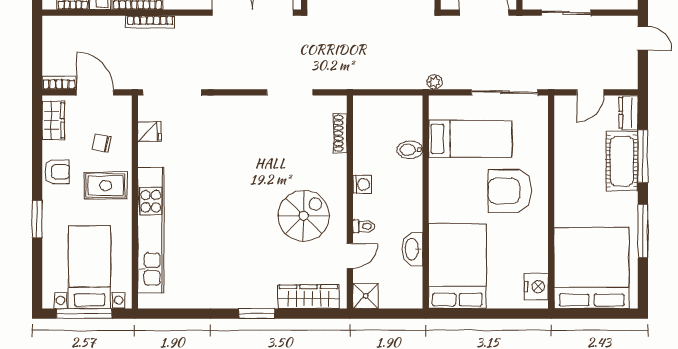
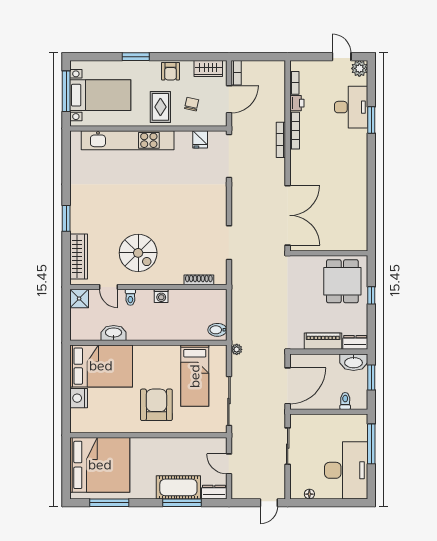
bidet: (410, 150) -> (217, 330), moved, turned -90
window: (643, 231) -> (109, 503), moved
nightstand: (536, 287) -> (79, 398), moved, turned 90

